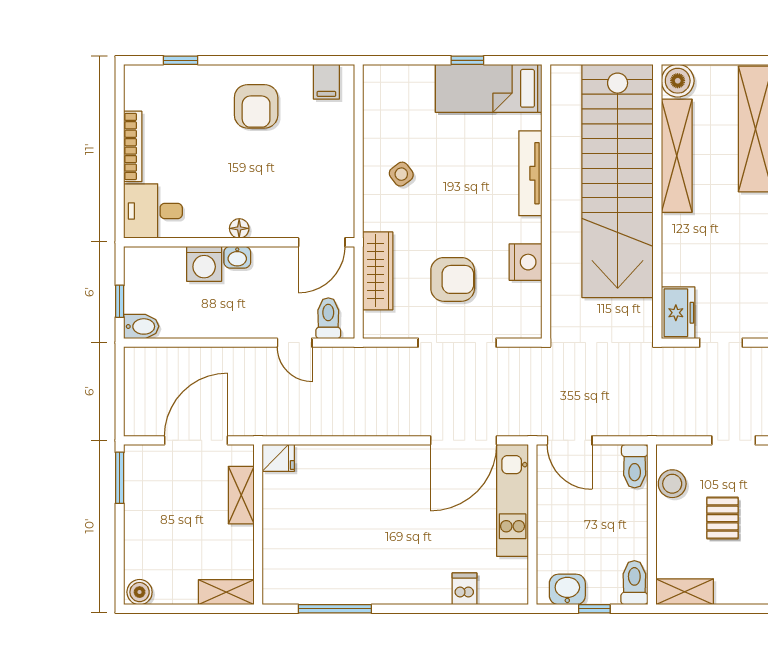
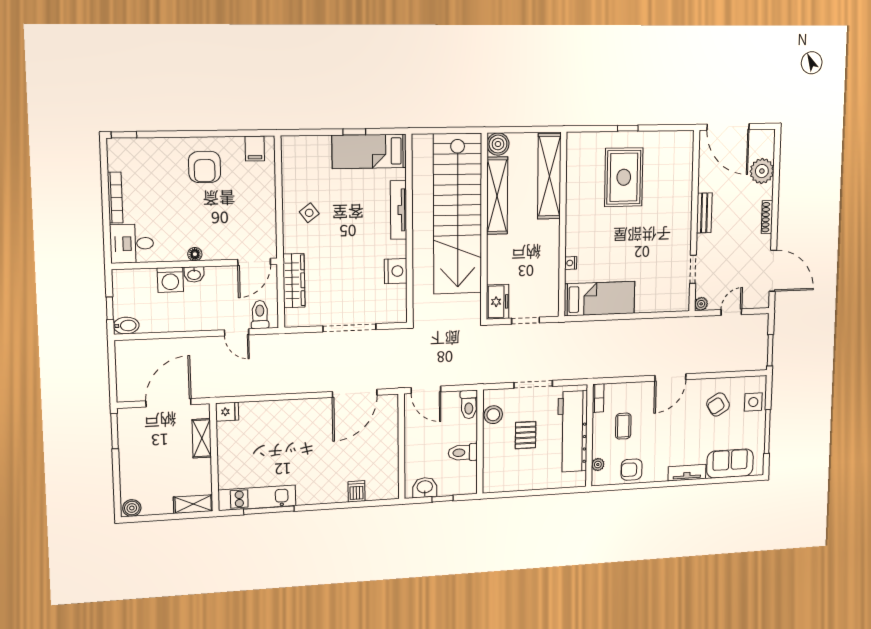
window: (181, 60) -> (124, 135), moved
armchair: (453, 279) -> (346, 285), removed
doorway: (734, 440) -> (533, 384), width x1.38
kitchen unit: (513, 500) -> (257, 498), moved, turned 90
toilet: (634, 583) -> (463, 453), moved, turned -90
shelving: (685, 592) -> (501, 484), removed

